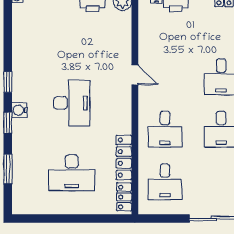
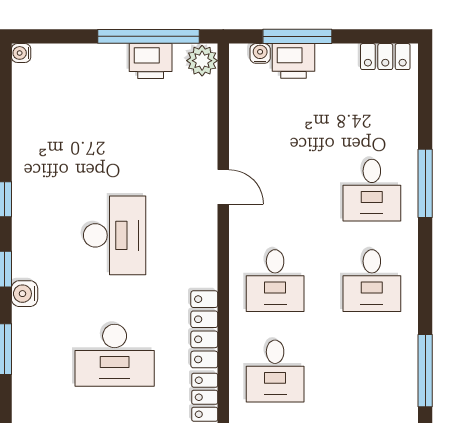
water cooler: (19, 110) -> (25, 294), moved

